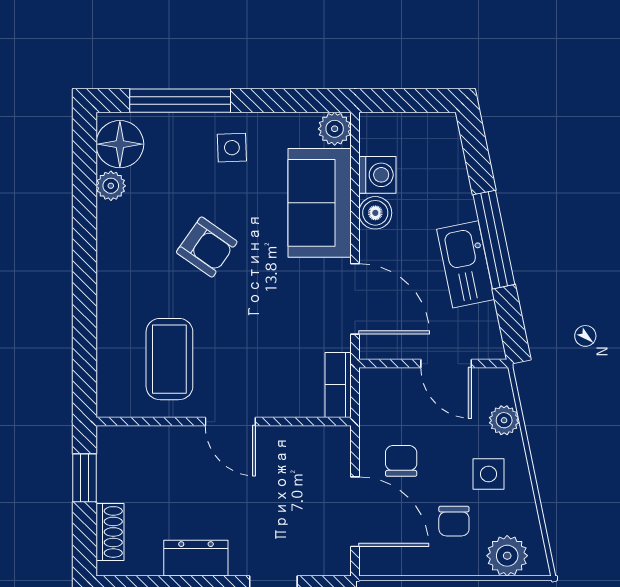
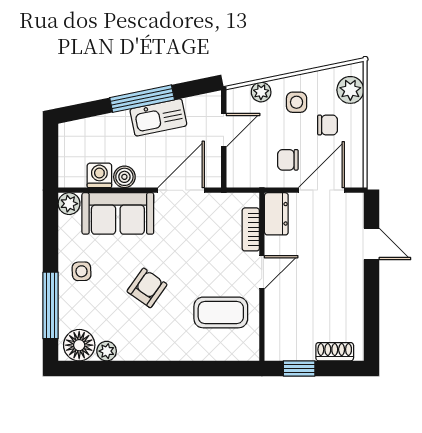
bookcase: (338, 385) -> (251, 229), moved, turned 90
dresser: (196, 558) -> (276, 214), moved, turned 180

